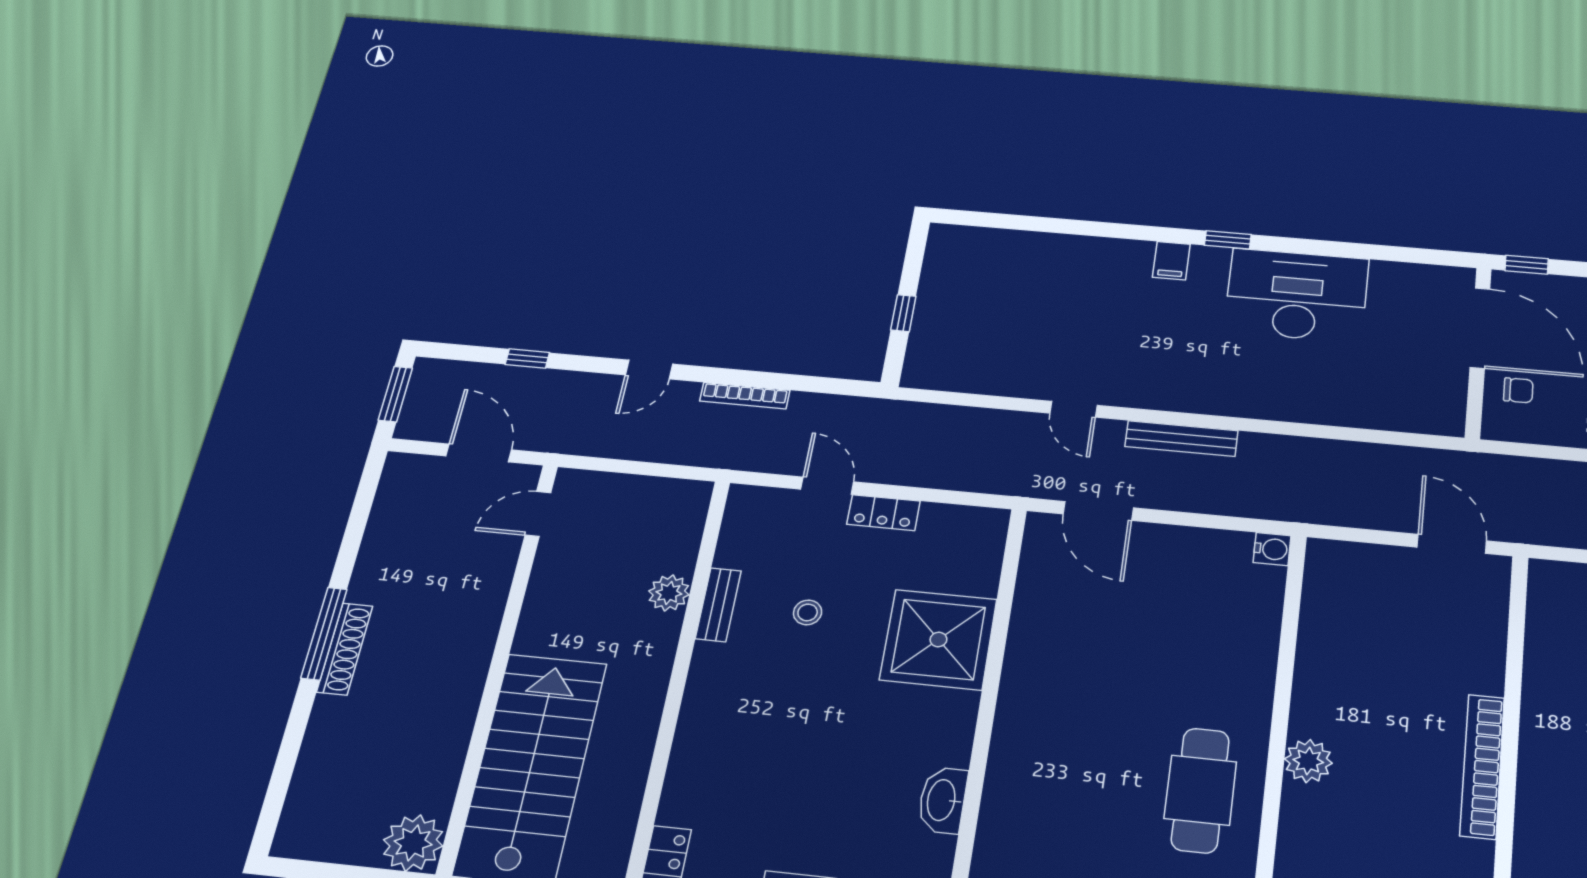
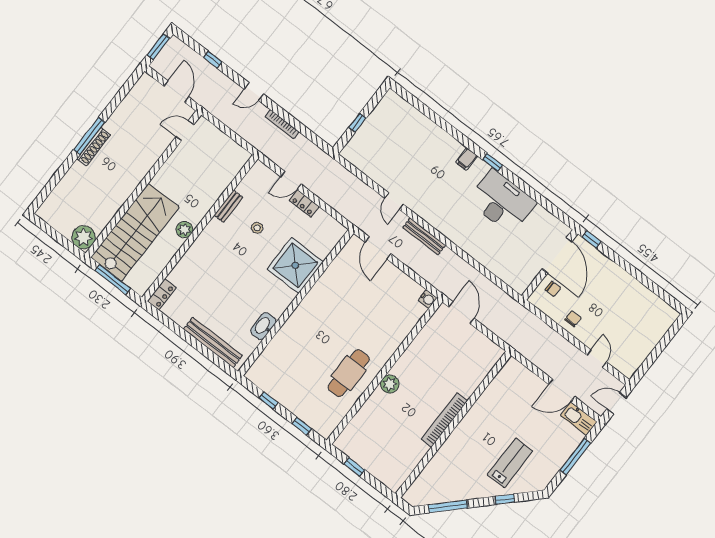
door: (827, 486) -> (291, 180), swing flipped
door: (1452, 544) -> (461, 313), moved
plant: (669, 593) -> (184, 230), moved

